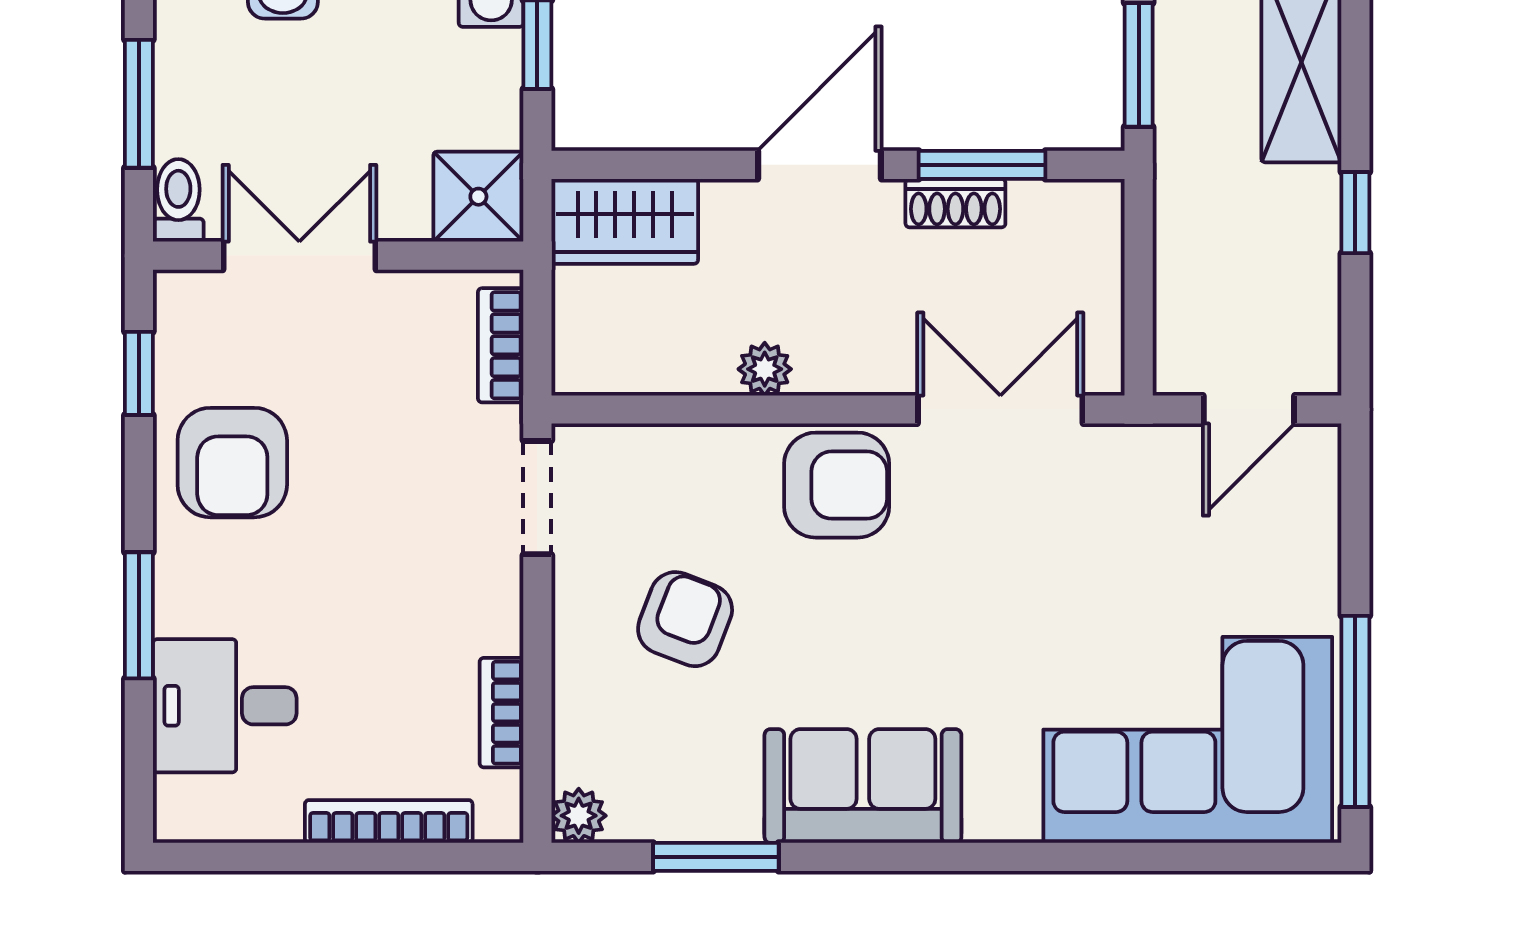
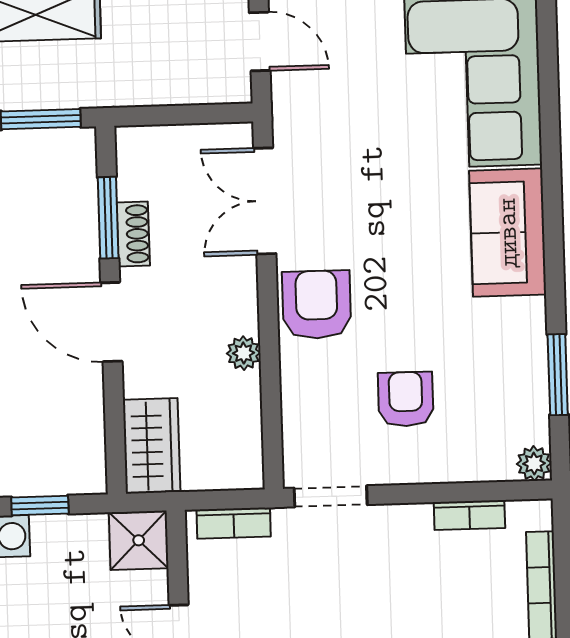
armchair: (685, 619) -> (406, 399), turned 69
sofa: (863, 786) -> (508, 233), moved

